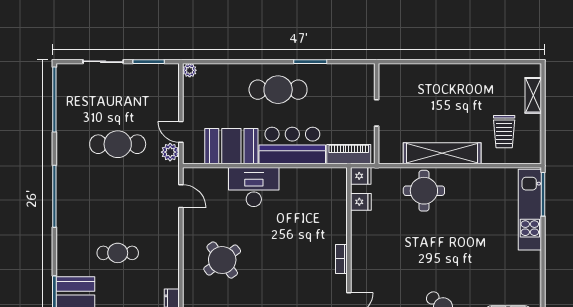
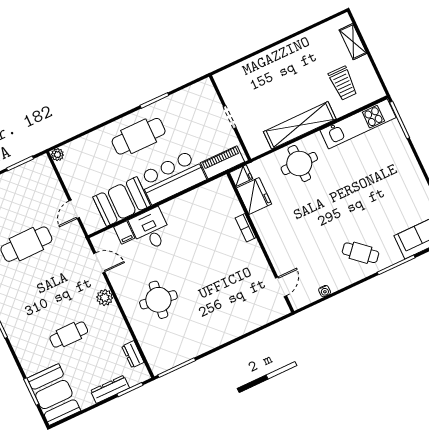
door: (181, 132) -> (74, 209), hinge flipped
plant: (170, 152) -> (105, 298), moved
filing cabinet: (219, 178) -> (124, 233), added
desk: (254, 187) -> (151, 229), width x0.73
fridge: (361, 202) -> (254, 196), width x1.88, depth x1.34
kitchen unit: (530, 210) -> (358, 124), moved, turned -90
bookcase: (341, 259) -> (246, 228), moved
round table: (222, 260) -> (158, 300), turned 45

